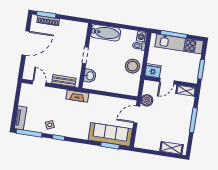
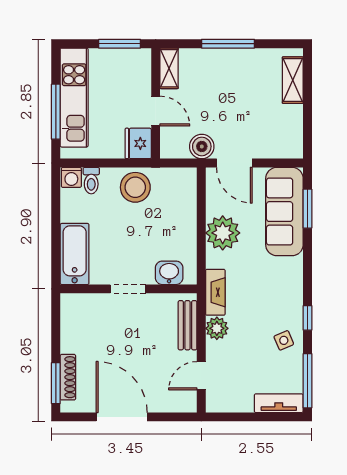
plant: (60, 94) -> (217, 328), added
plant: (105, 104) -> (223, 233), added

